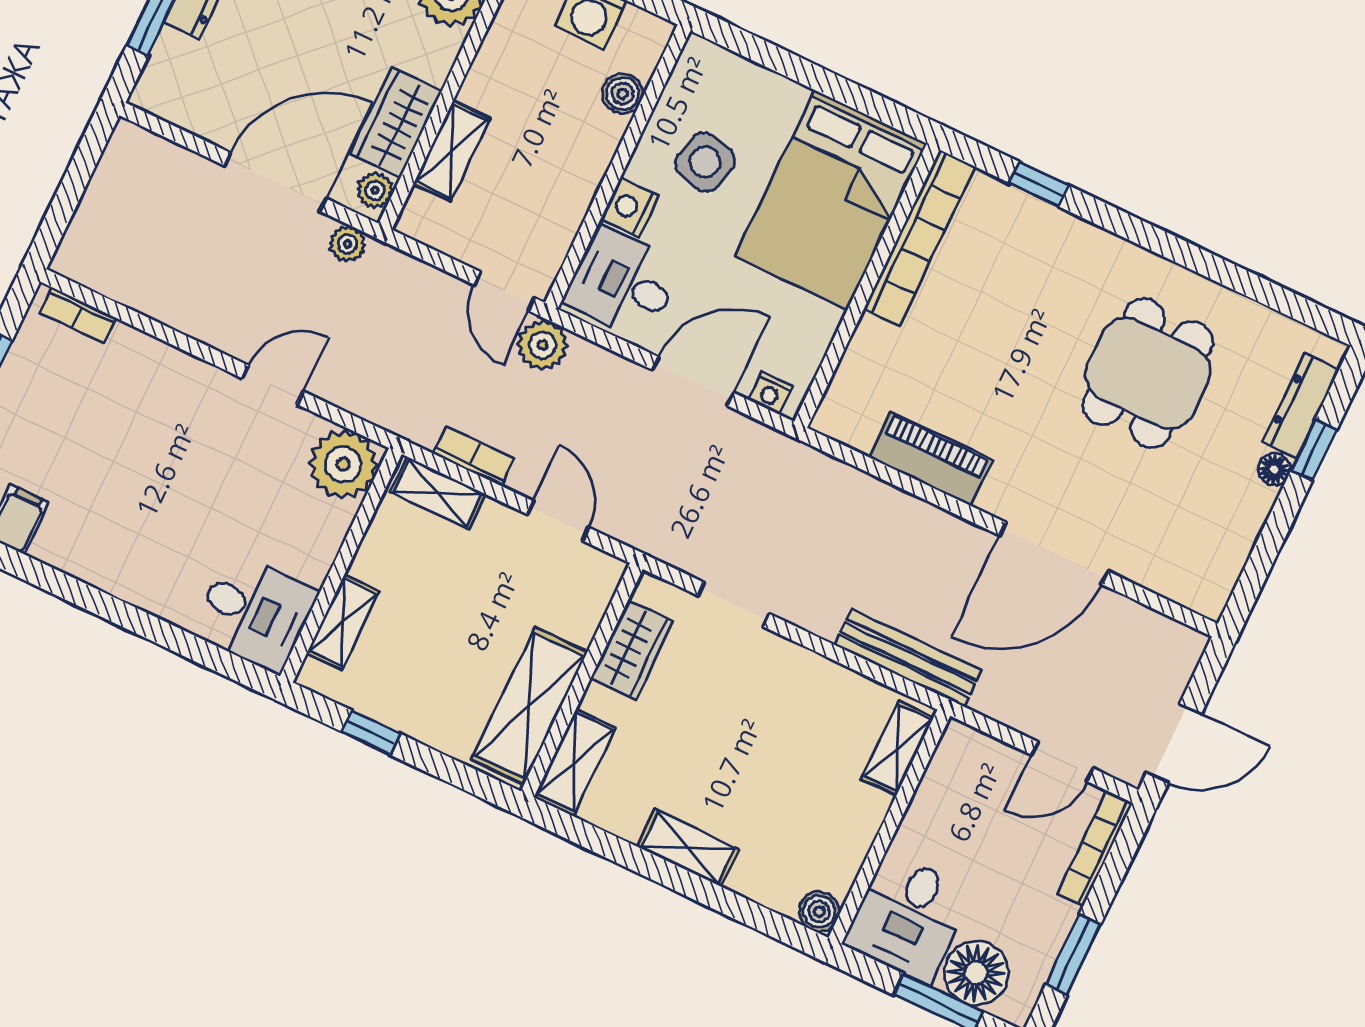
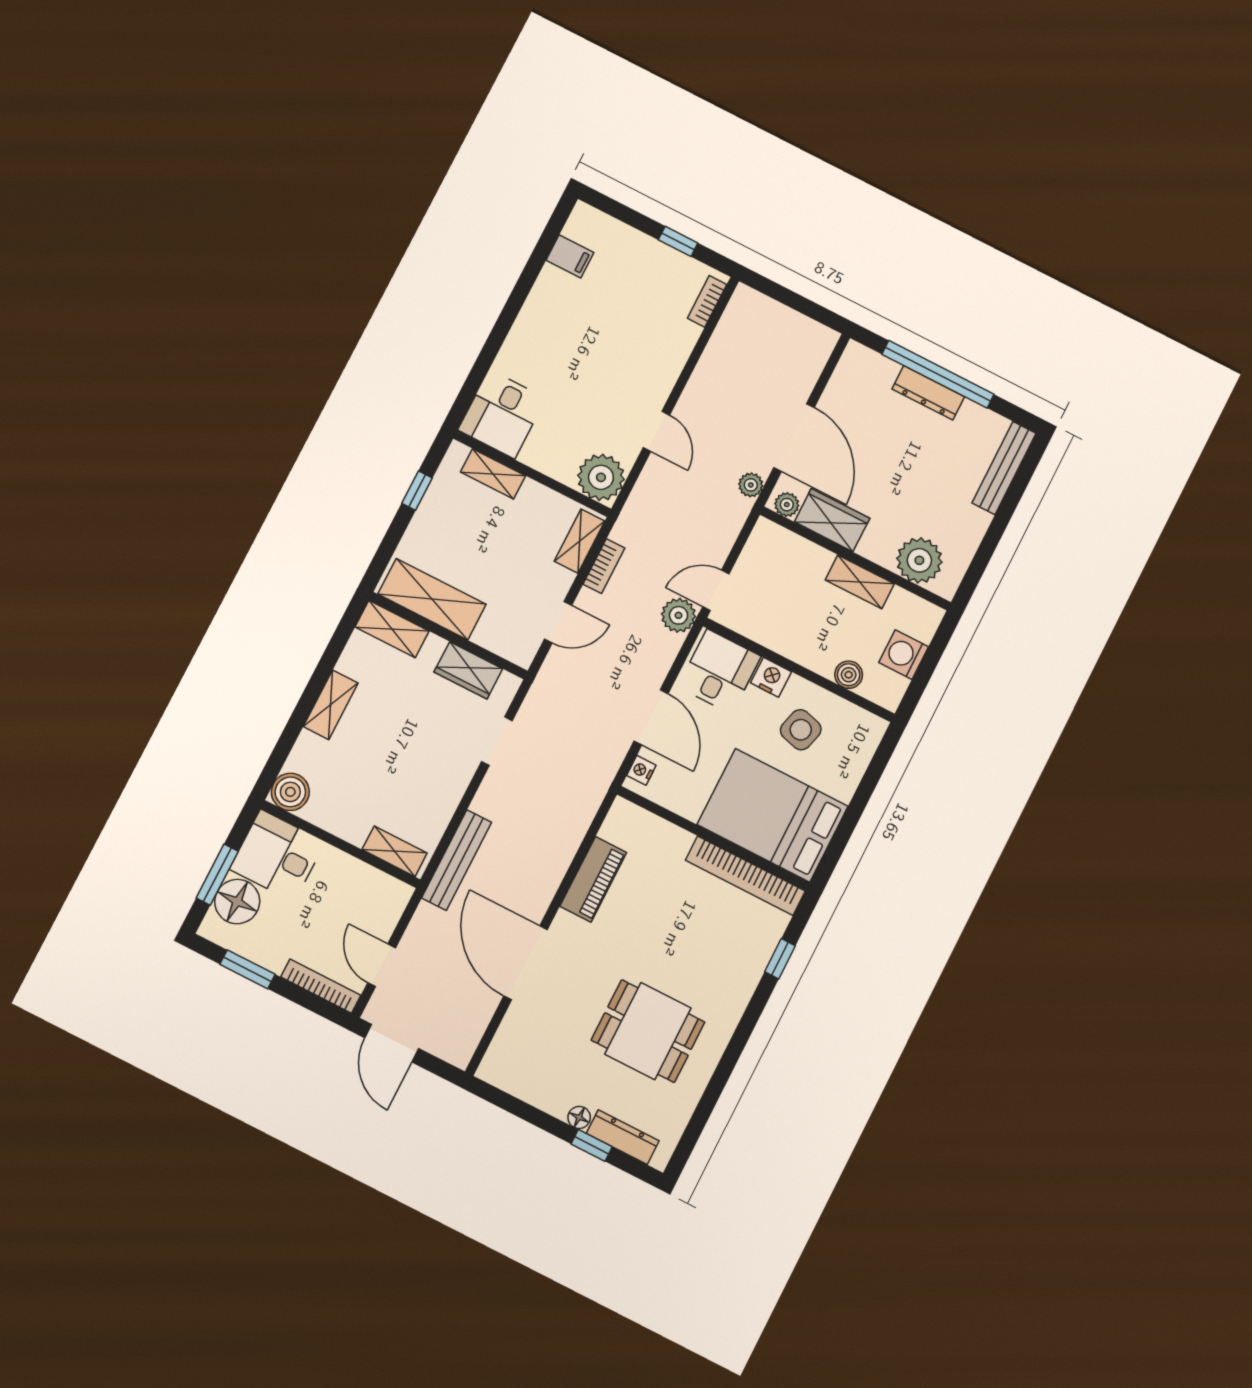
shelving: (452, 151) -> (860, 582), moved
boiler: (819, 912) -> (290, 792), width x1.36, depth x1.36

